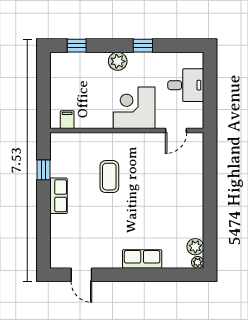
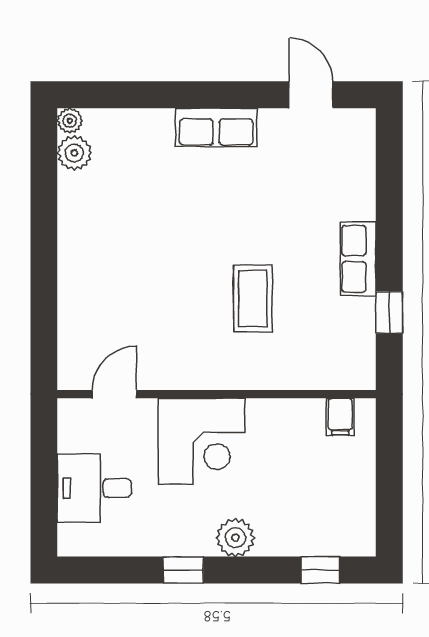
row of seats: (142, 259) -> (216, 127), moved

